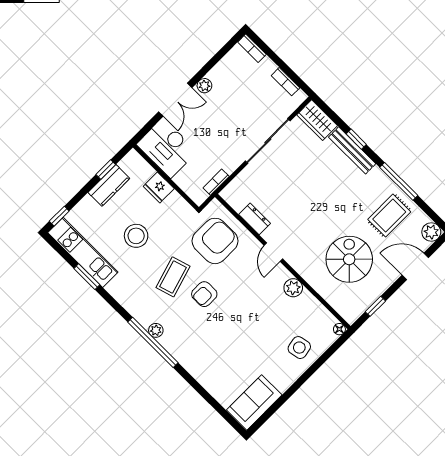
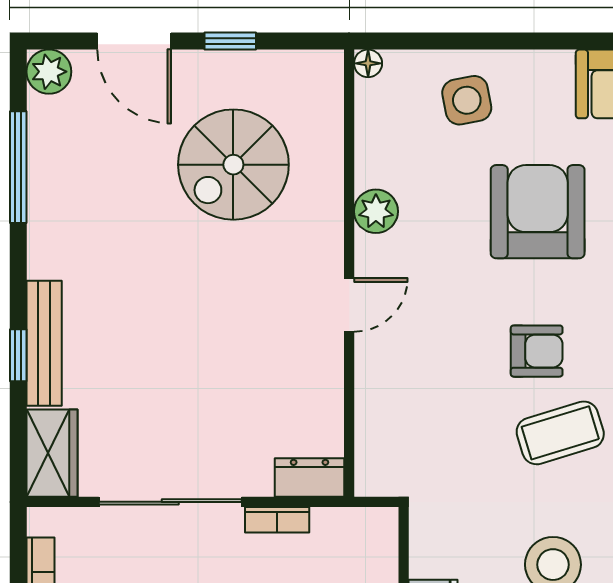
window: (399, 181) -> (18, 167), moved
bookcase: (216, 182) -> (277, 520), moved
rug: (389, 216) -> (92, 171), removed
dresser: (255, 219) -> (309, 477), moved, turned 90
armchair: (215, 241) -> (538, 212), moved, turned 90
window: (375, 306) -> (230, 41), moved

